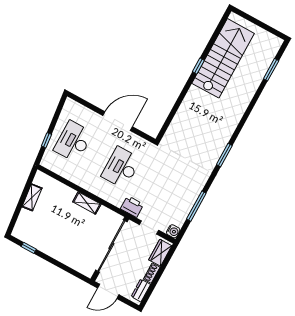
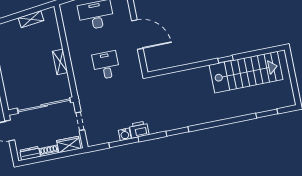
desk: (121, 168) -> (106, 65), width x0.73
printer: (132, 207) -> (139, 129), moved, turned -90
water cooler: (173, 231) -> (125, 134), moved

